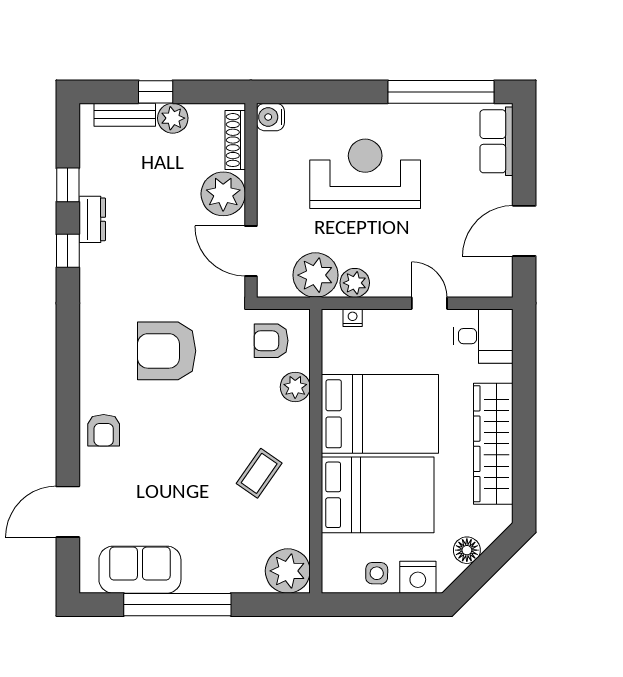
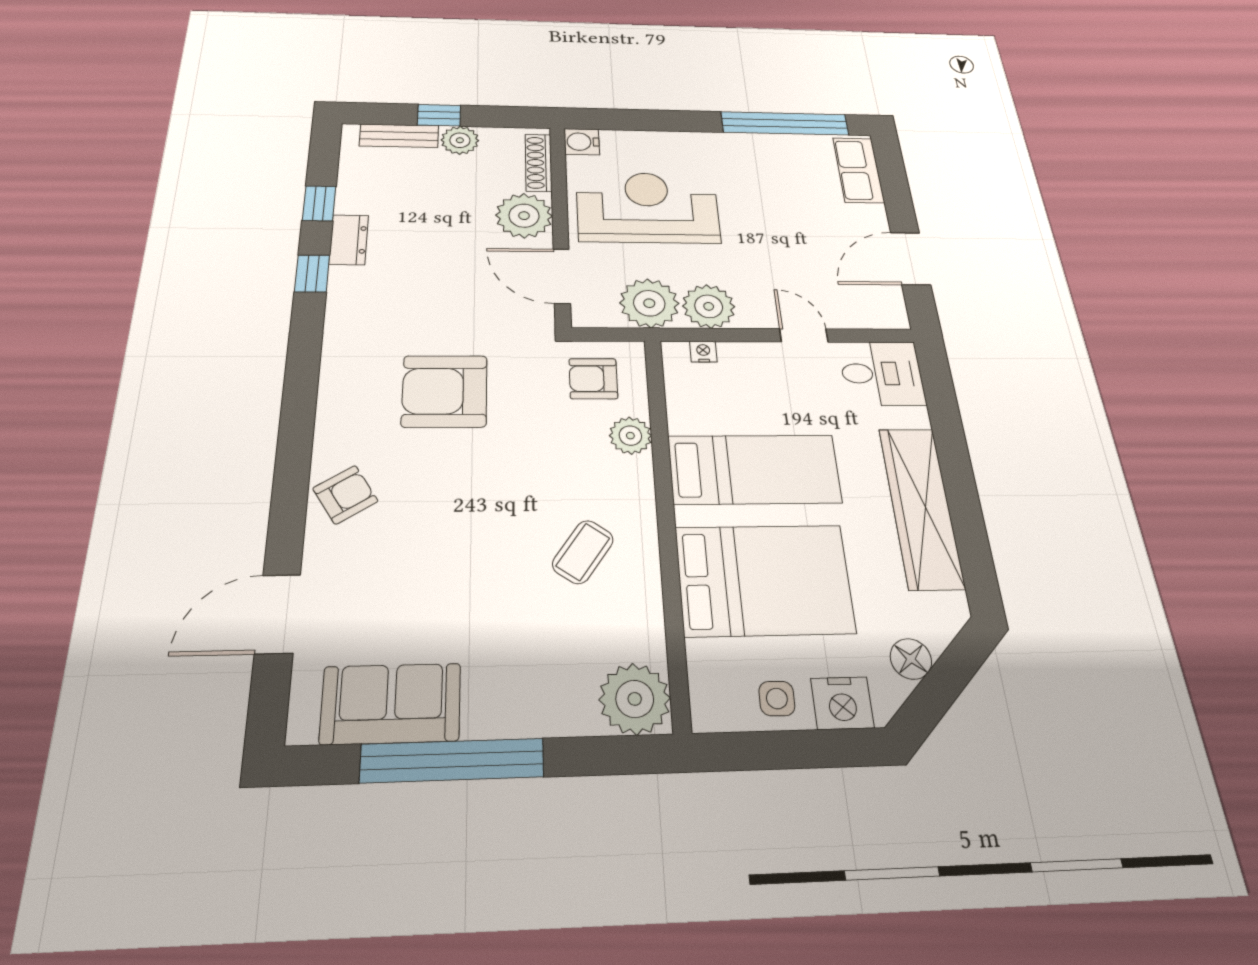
reception desk: (365, 174) -> (648, 207), moved
plant: (355, 283) -> (709, 306), width x1.36, depth x1.36
bed: (380, 414) -> (754, 469), width x0.67
armchair: (104, 430) -> (345, 495), turned -122

